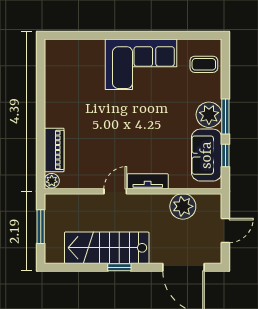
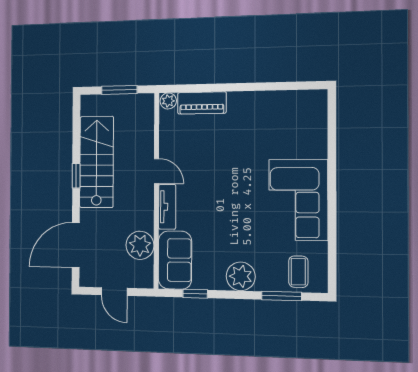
window: (225, 117) -> (281, 296), moved
sofa: (207, 155) -> (175, 260), moved, turned 90

